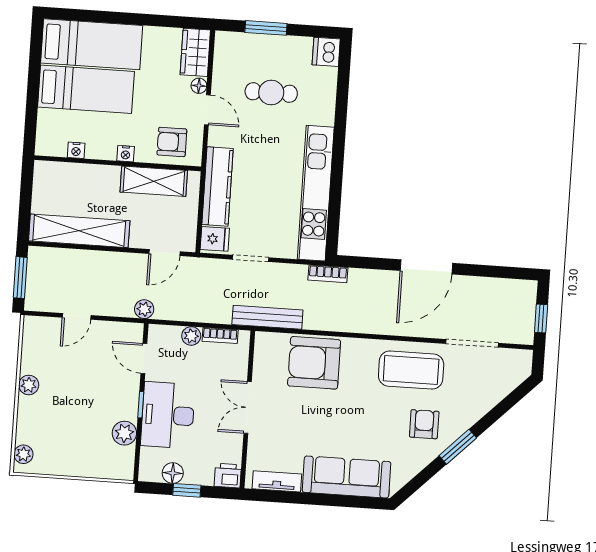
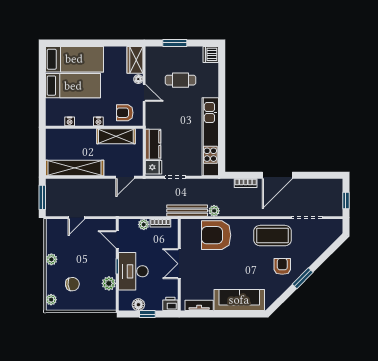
kitchen counter: (218, 186) -> (153, 144), width x0.67
bookcase: (328, 274) -> (246, 183), moved
plant: (144, 309) -> (214, 211), moved
chair: (62, 430) -> (72, 284), added

